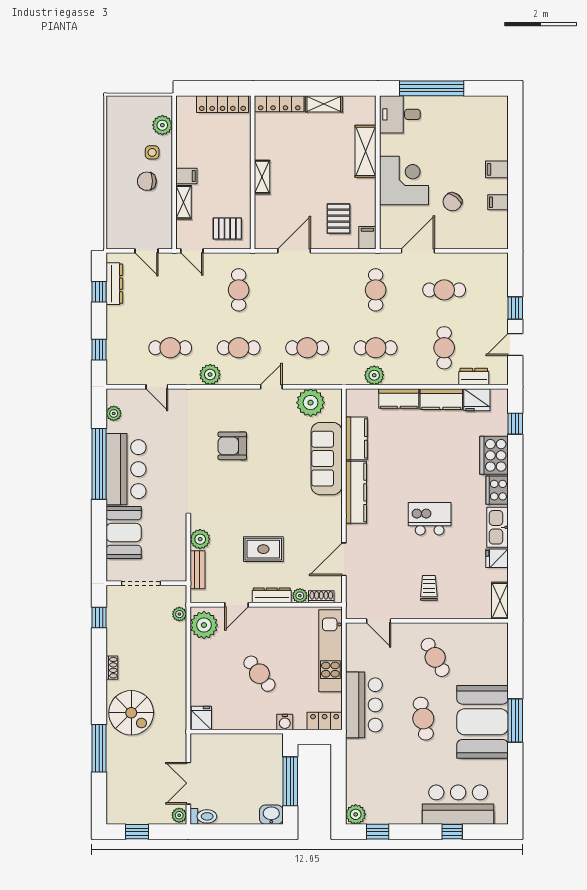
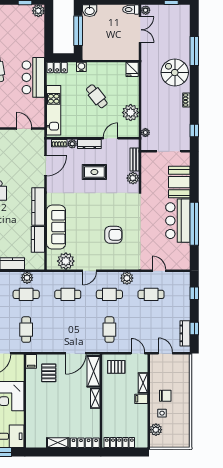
shelving: (366, 151) -> (93, 371), moved
plant: (114, 413) -> (185, 254), removed
plant: (204, 625) -> (131, 113), moved

